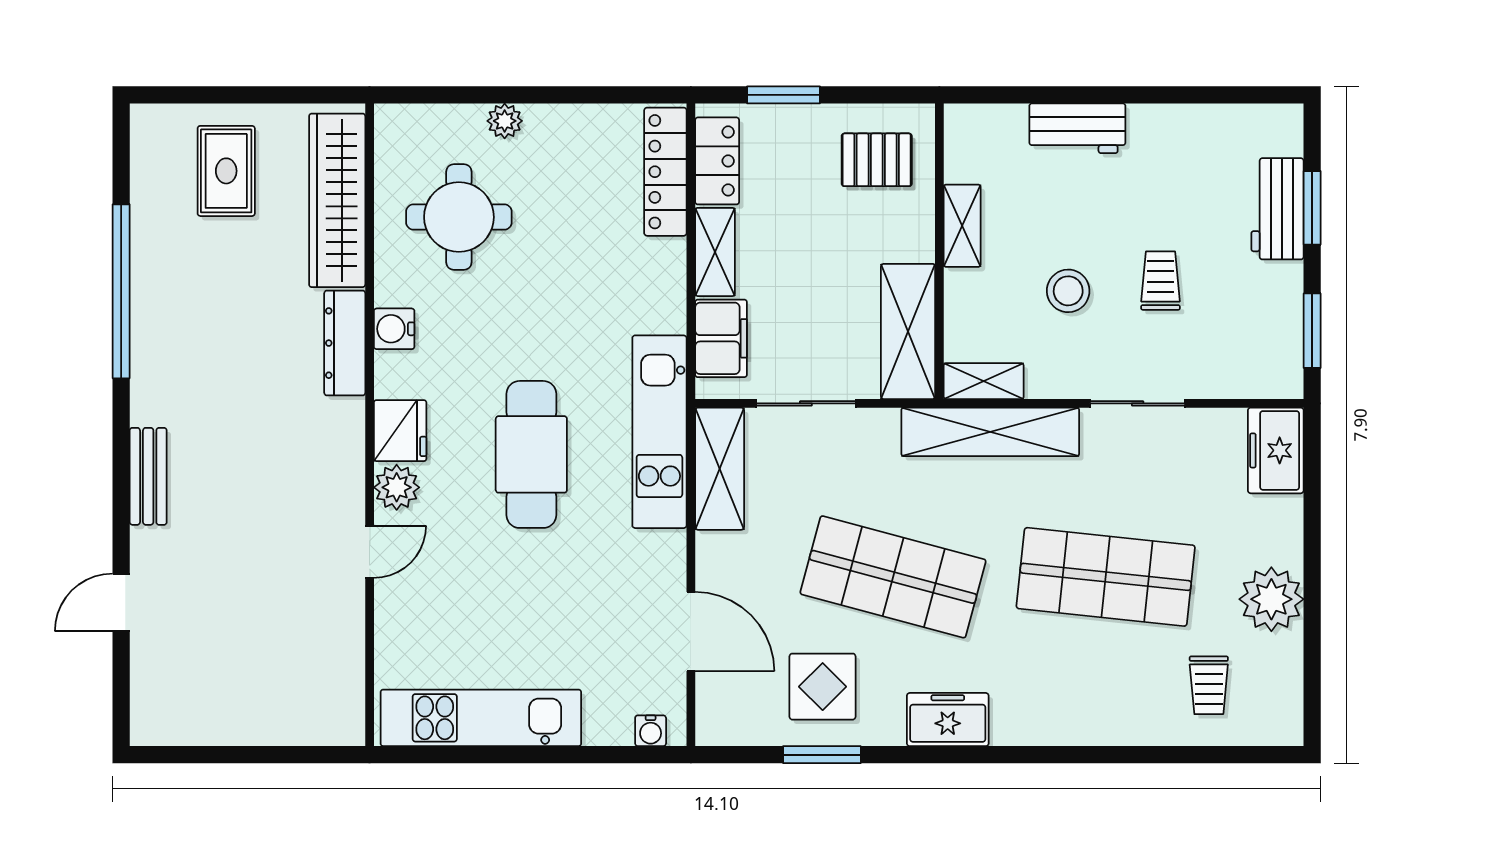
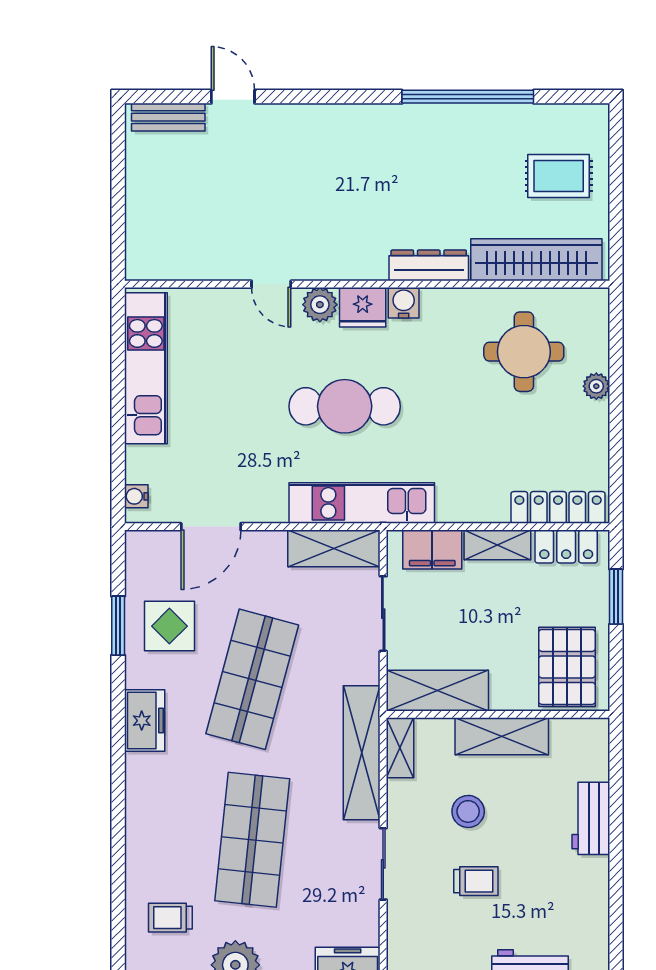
pallet: (877, 160) -> (567, 667), width x1.50, depth x1.42
shelving: (962, 226) -> (502, 736), width x1.50, depth x1.33
water cooler: (394, 329) -> (404, 303), moved
bench: (148, 476) -> (168, 117), moved

